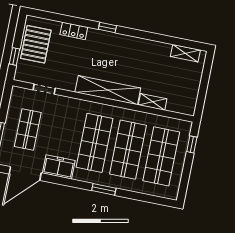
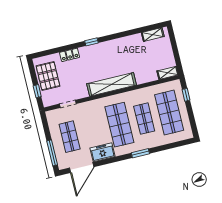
shelving: (153, 102) -> (168, 73), moved
shop shelf: (128, 150) -> (144, 119), width x0.70, depth x0.74

